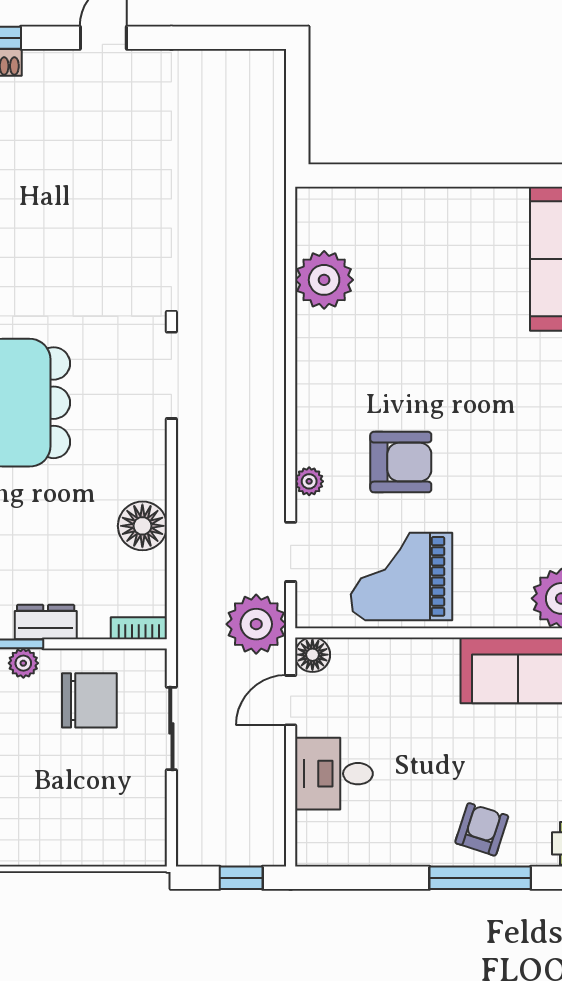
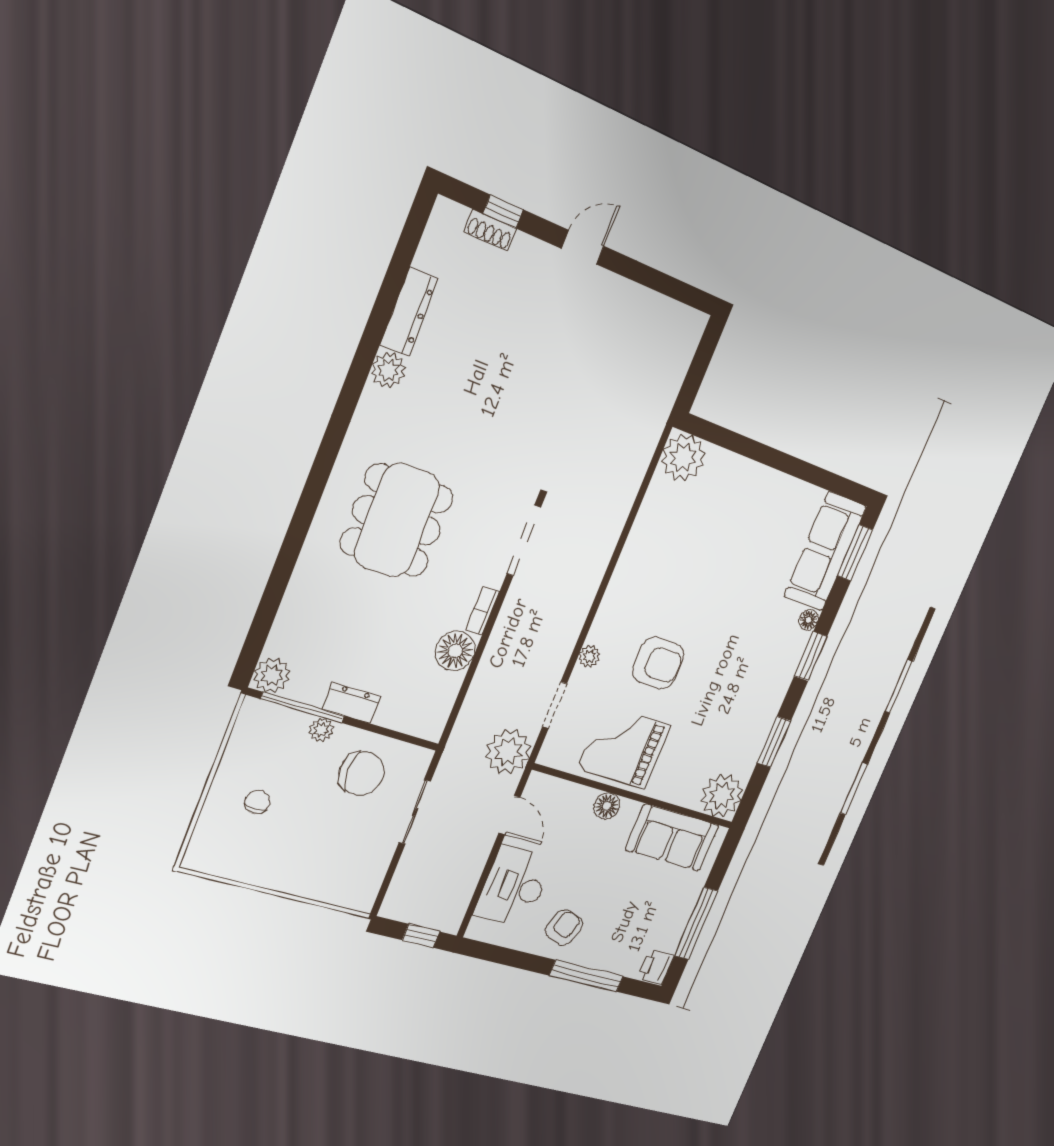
plant: (324, 280) -> (683, 458), moved
bookcase: (139, 628) -> (482, 611), moved, turned -90
floor lamp: (312, 655) -> (607, 806), moved
door: (291, 700) -> (509, 815), swing flipped
desk: (334, 774) -> (514, 887), width x1.37
armchair: (482, 829) -> (564, 928), moved

